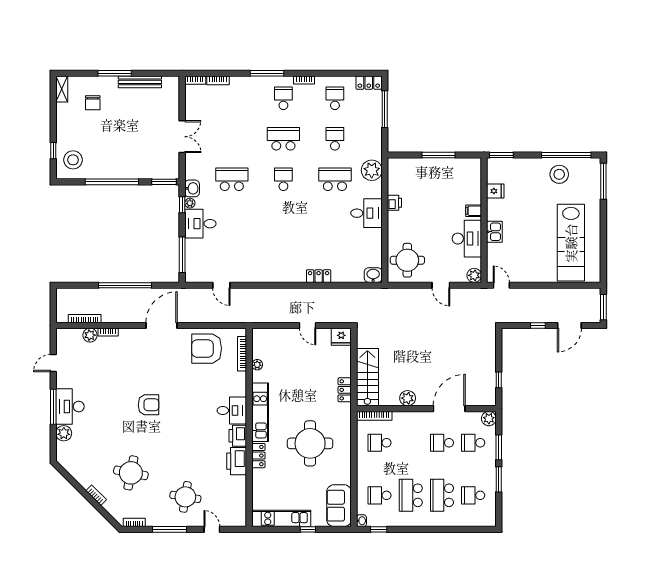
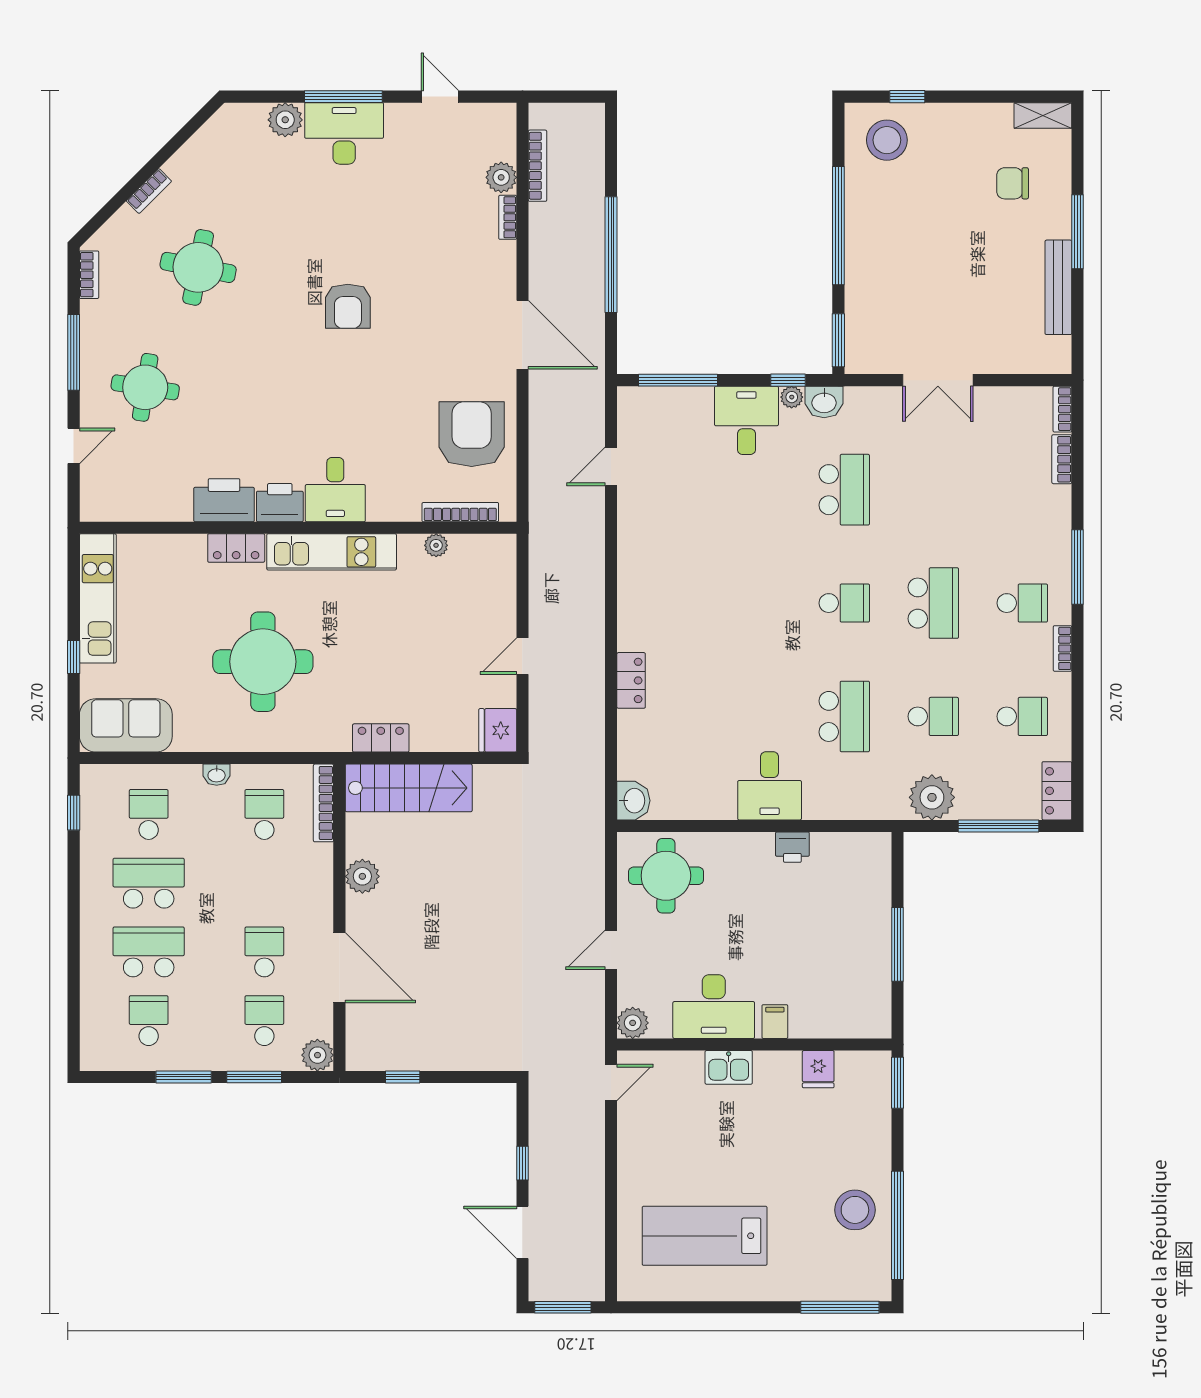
plant: (372, 170) -> (932, 797), moved
lab bench: (571, 243) -> (705, 1236), width x0.73
washbasin: (361, 521) -> (217, 775), moved

